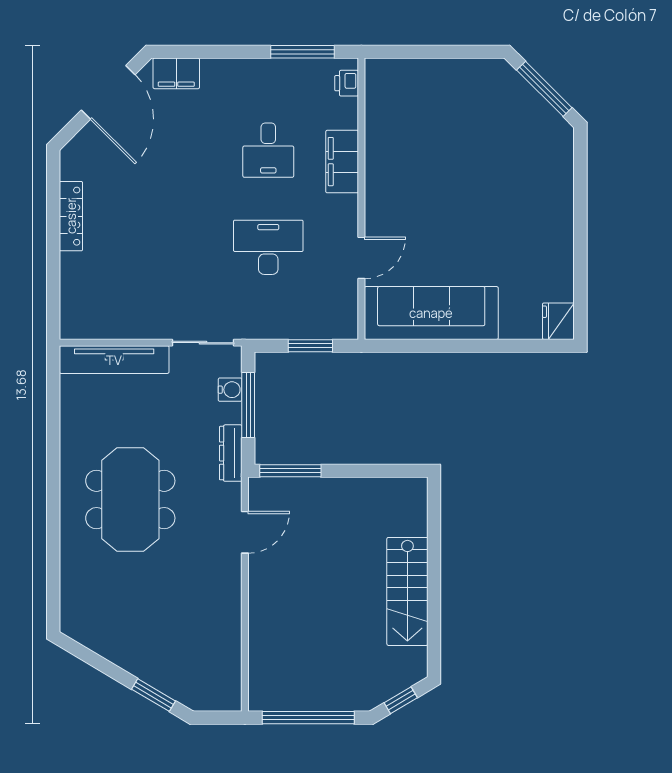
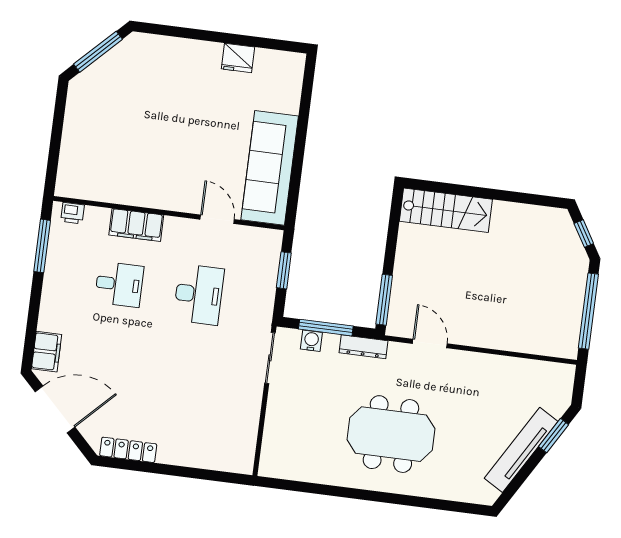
locker: (71, 216) -> (128, 450), moved
desk: (268, 247) -> (199, 294), turned 180
fridge: (558, 321) -> (238, 58), moved
tv unit: (114, 360) -> (521, 450), moved, turned -149
stairs: (407, 591) -> (446, 210), moved

